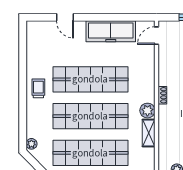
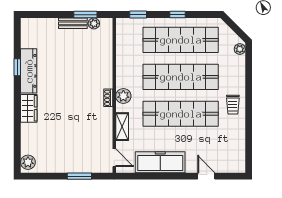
door: (157, 36) -> (114, 158), hinge flipped
plant: (147, 111) -> (123, 96), moved
shelving: (149, 133) -> (122, 127), moved

